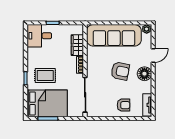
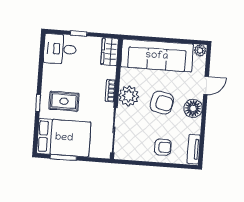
wardrobe: (77, 45) -> (110, 52), moved
plant: (94, 68) -> (129, 96), added

